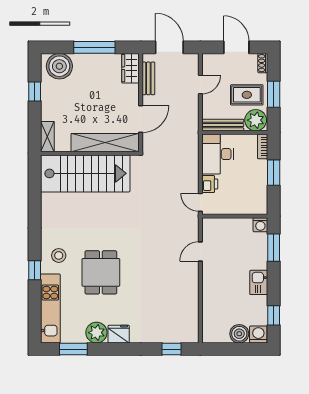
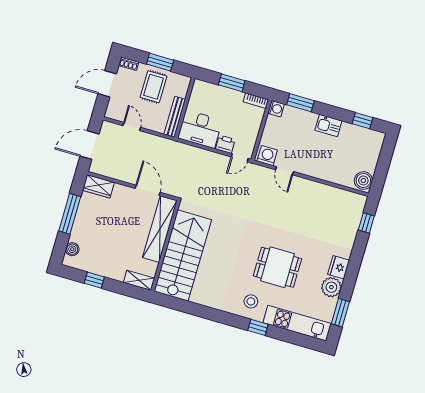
boiler: (59, 66) -> (72, 249), width x0.54, depth x0.54
bench: (148, 78) -> (112, 173), removed
plant: (256, 120) -> (179, 85), removed
bookcase: (263, 146) -> (256, 101), moved
boiler: (239, 334) -> (363, 181), moved
washing machine: (258, 334) -> (267, 156), moved, turned 90

